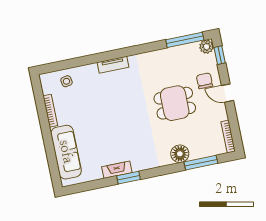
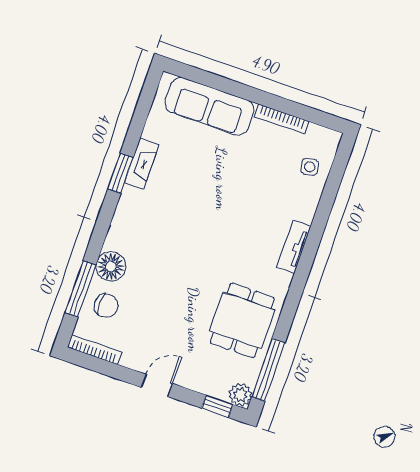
chair: (204, 81) -> (106, 306), moved
dining table: (175, 103) -> (242, 320), moved

